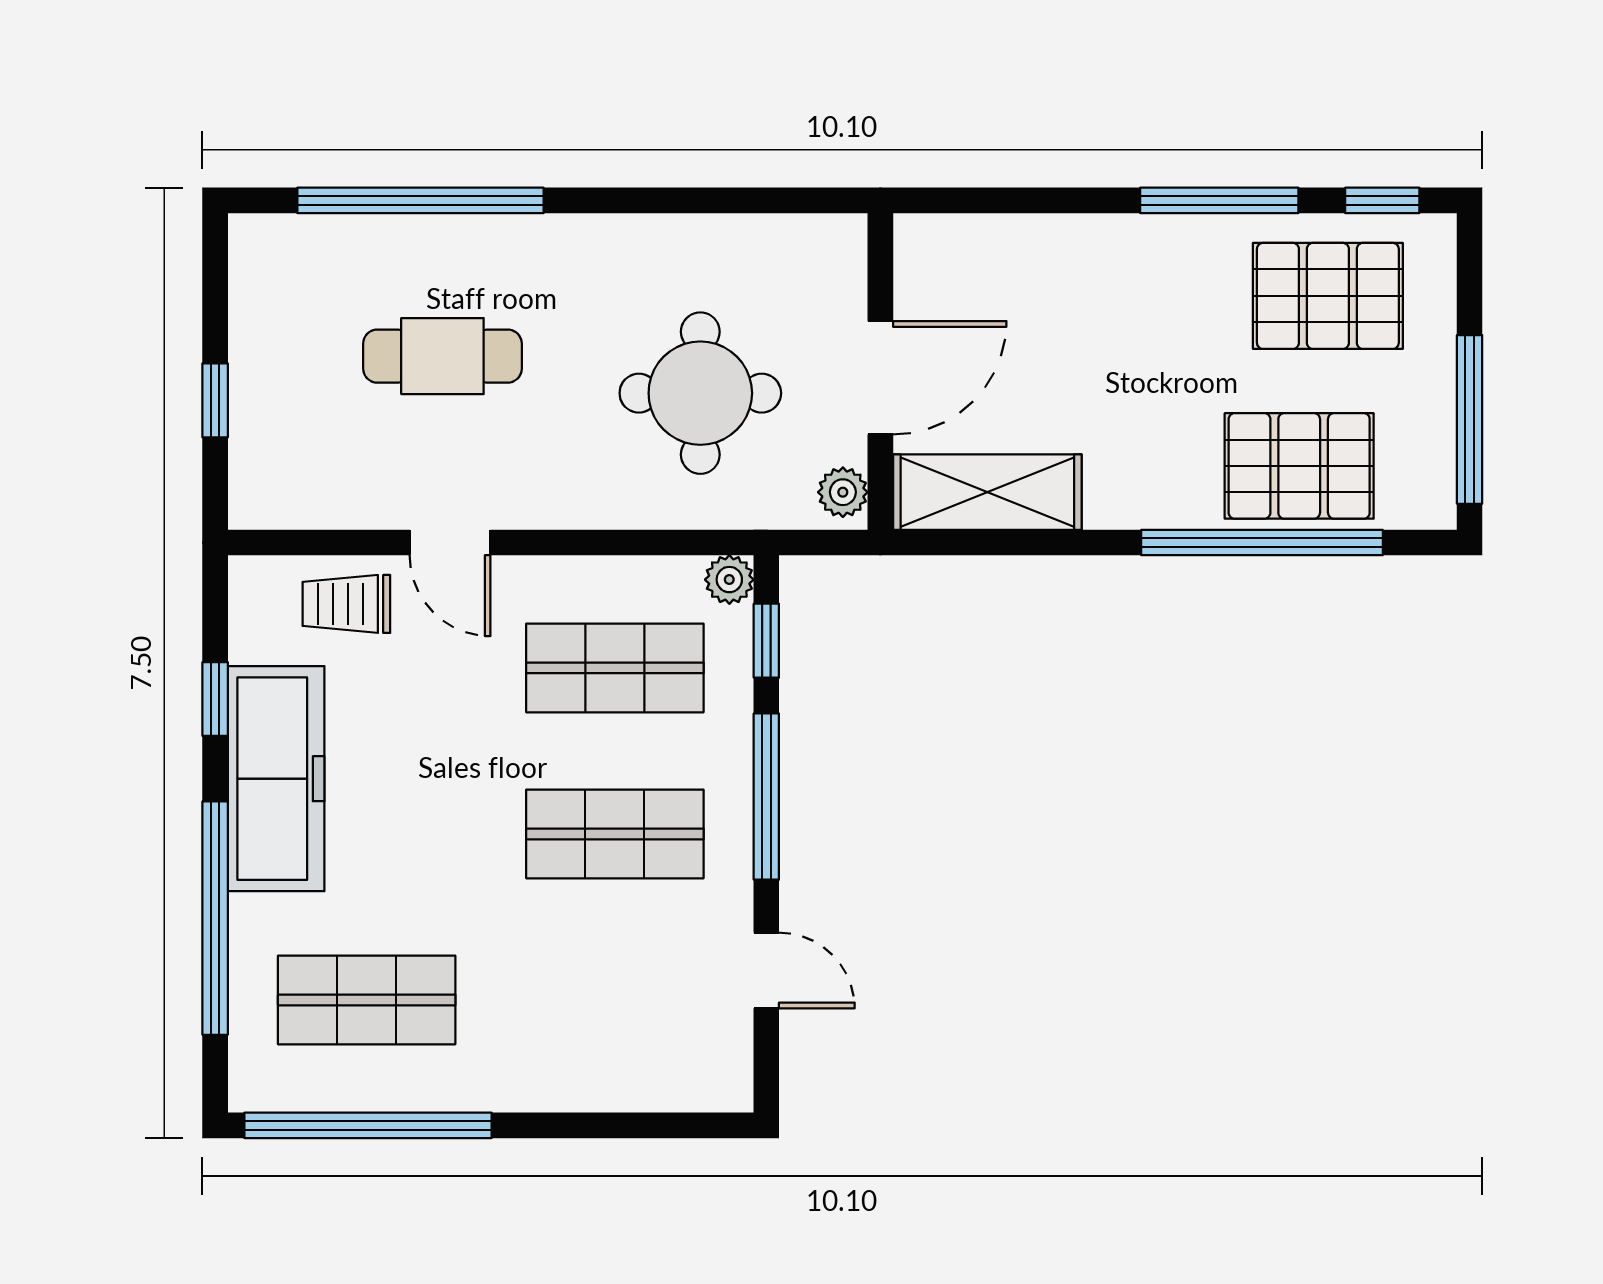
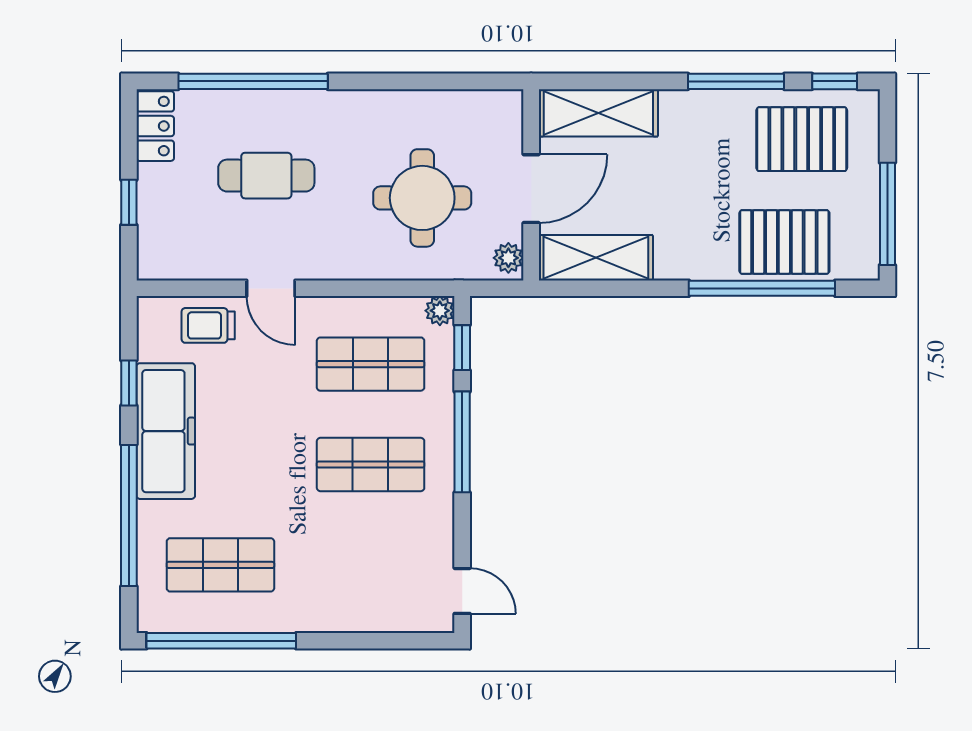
shelving: (992, 252) -> (598, 113), added
locker: (259, 274) -> (155, 126), added
door: (766, 970) -> (462, 591), moved

